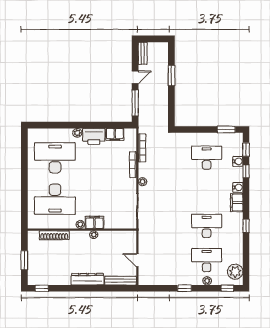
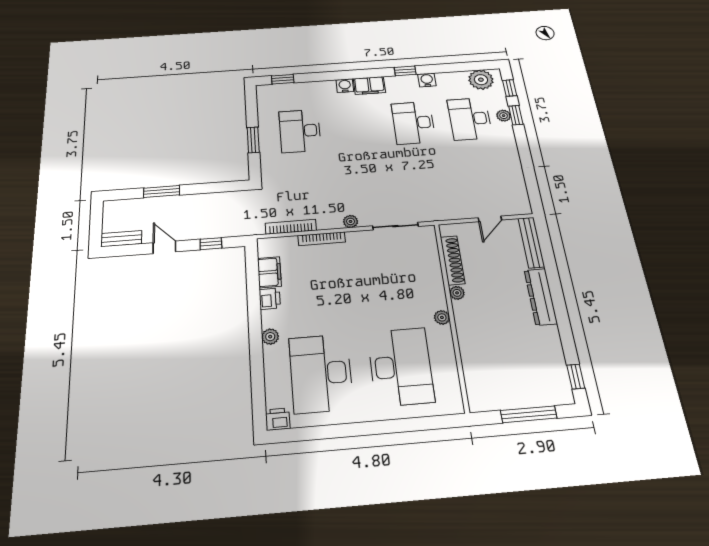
window: (135, 103) -> (211, 244), width x0.46
window: (226, 129) -> (253, 140), moved
printer: (33, 134) -> (278, 419), added
printer: (94, 136) -> (270, 299), width x0.53, depth x0.68
water cooler: (238, 161) -> (427, 80), moved
window: (246, 171) -> (318, 77), removed
filing cabinet: (95, 222) -> (434, 293), removed
shoe rack: (54, 235) -> (453, 260), moved
window: (24, 260) -> (529, 414), width x1.44
window: (185, 288) -> (516, 115), moved

